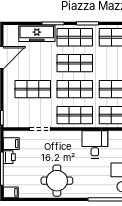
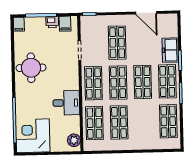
freezer: (37, 33) -> (170, 50), width x0.71

